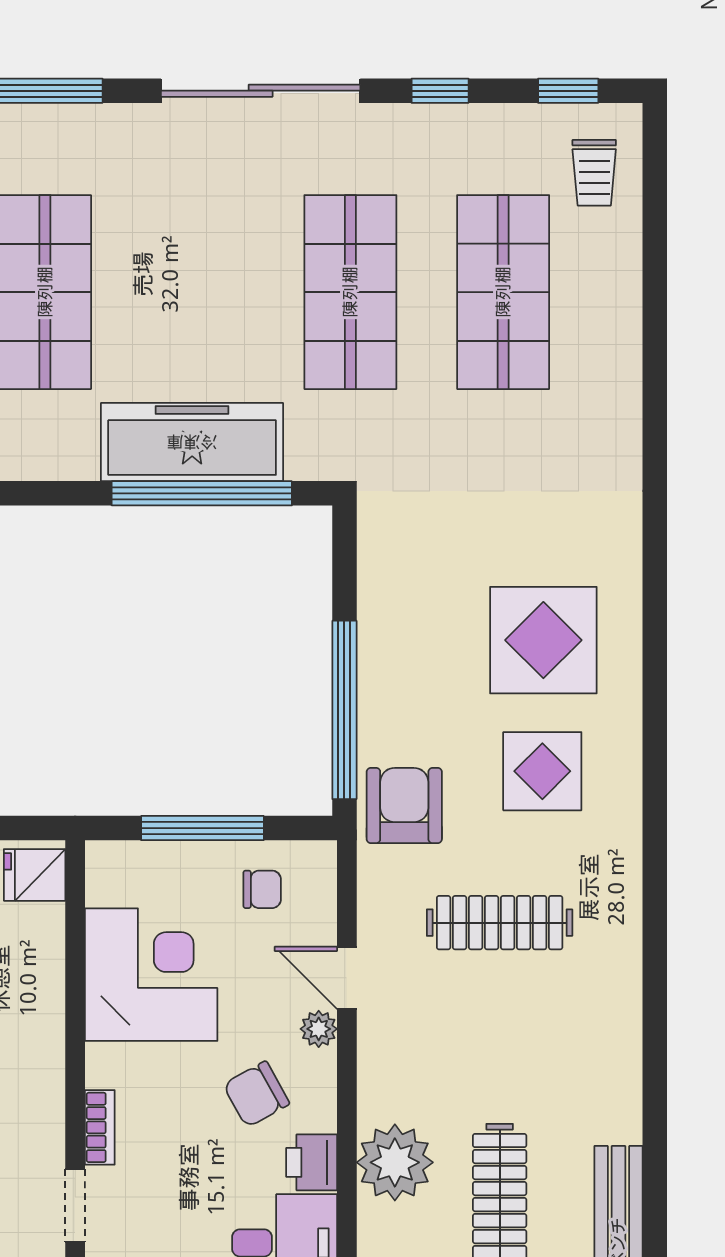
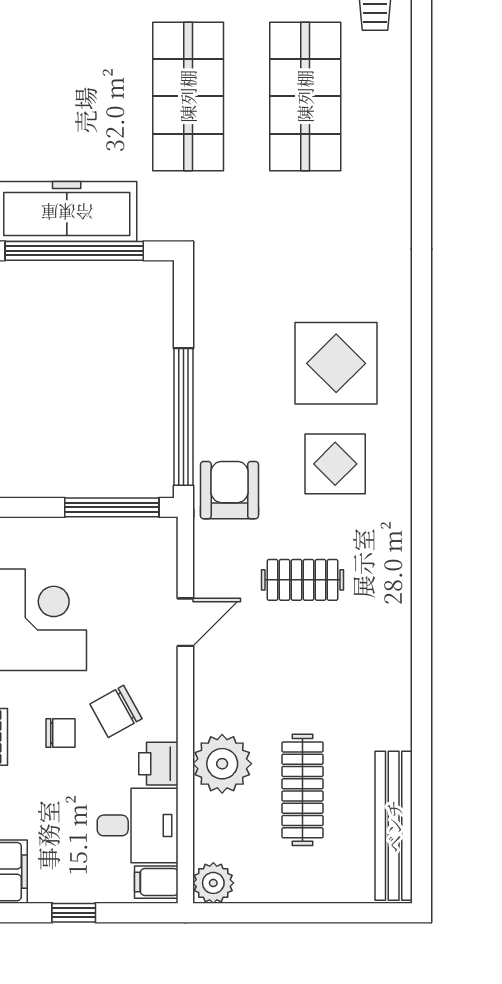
window: (202, 828) -> (112, 507), moved
chair: (262, 889) -> (60, 733), moved
clothes rail: (500, 923) -> (303, 580), width x0.73
door: (347, 978) -> (185, 622), swing flipped
plant: (319, 1029) -> (164, 661), removed

